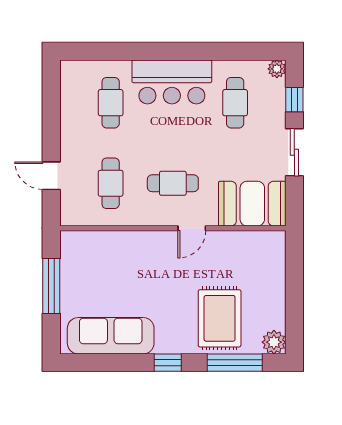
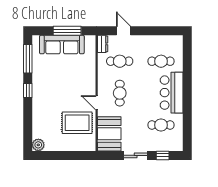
plant: (277, 69) -> (178, 146), removed
door: (51, 176) -> (124, 31), hinge flipped
dresser: (77, 217) -> (103, 44), added
rug: (220, 318) -> (77, 123), moved
sofa: (111, 336) -> (62, 45), moved, turned 90
window: (235, 363) -> (28, 59), moved

